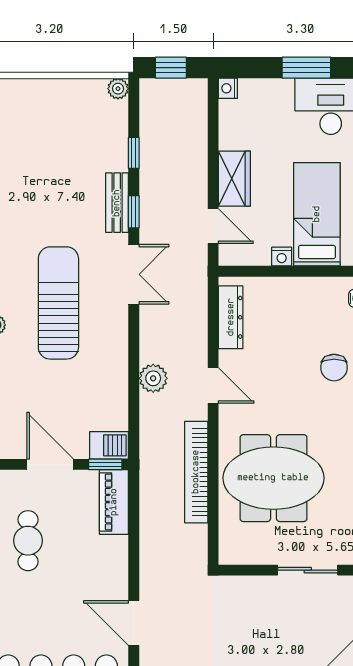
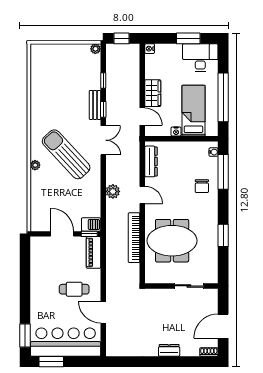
sun lounger: (58, 303) -> (66, 154), turned -43
cafe table: (28, 541) -> (74, 289), moved, turned 90

